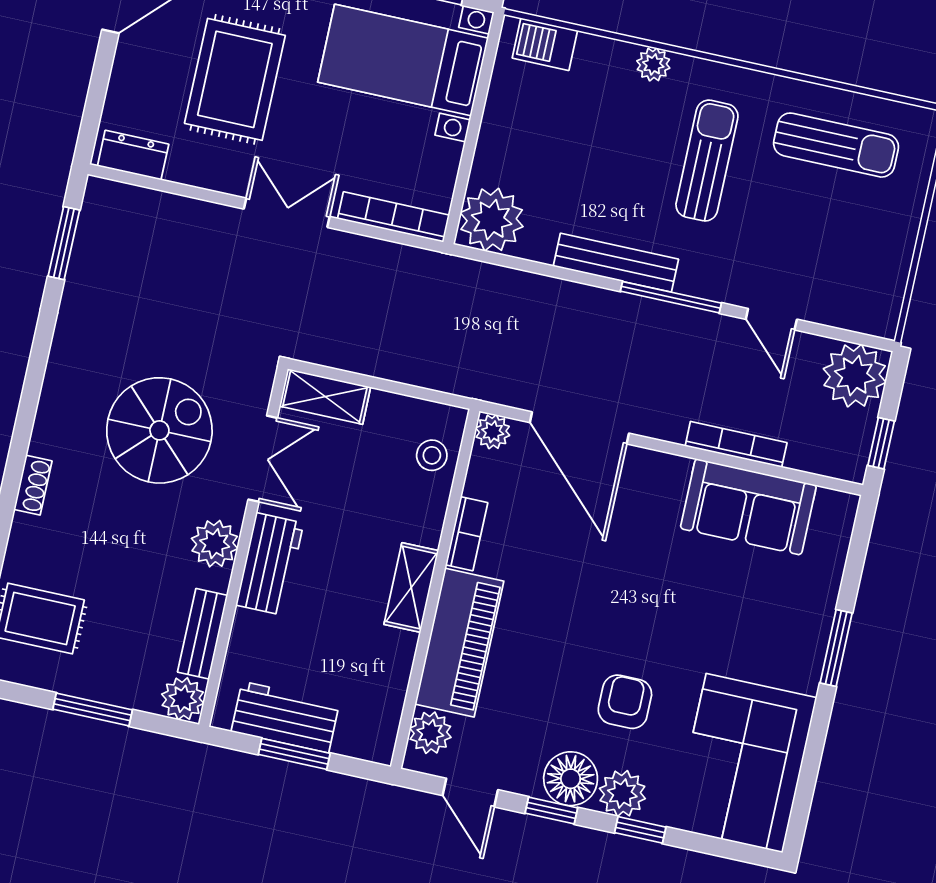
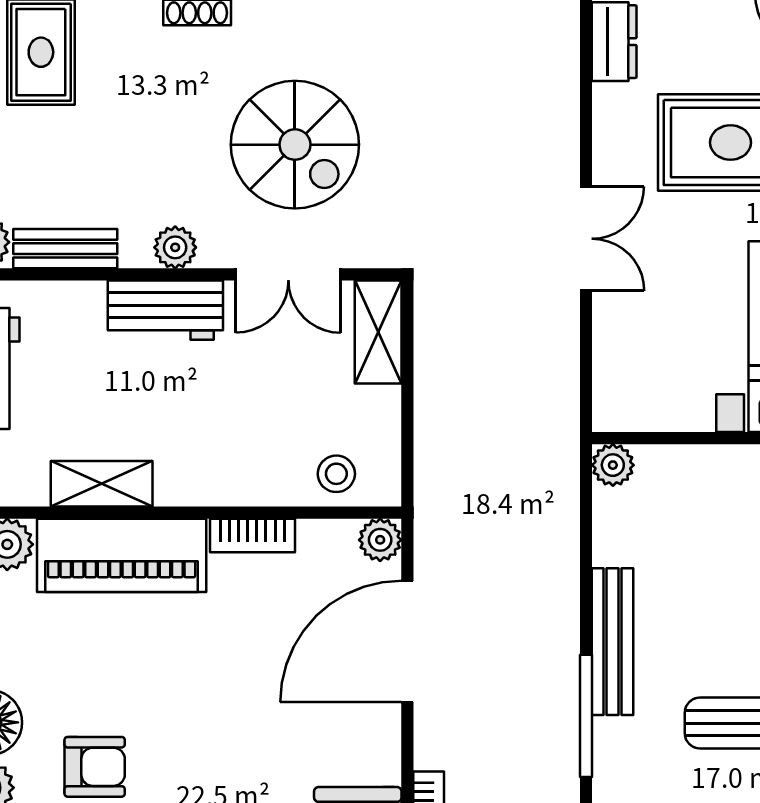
bookcase: (394, 217) -> (609, 366), removed
plant: (492, 220) -> (613, 465), width x0.53, depth x0.53
plant: (215, 544) -> (175, 247), width x0.73, depth x0.73
shelving: (411, 588) -> (102, 484), moved

